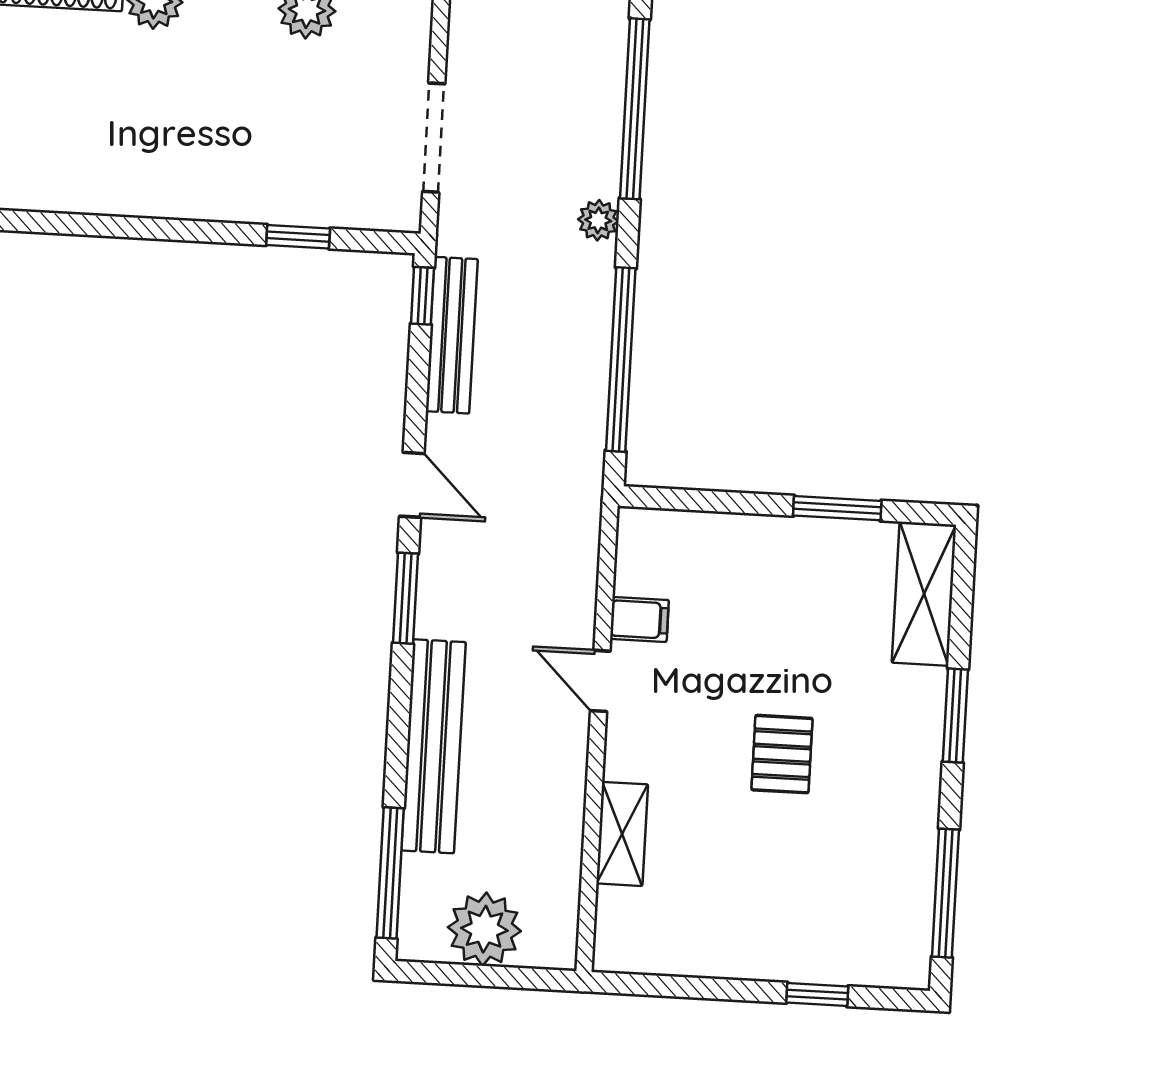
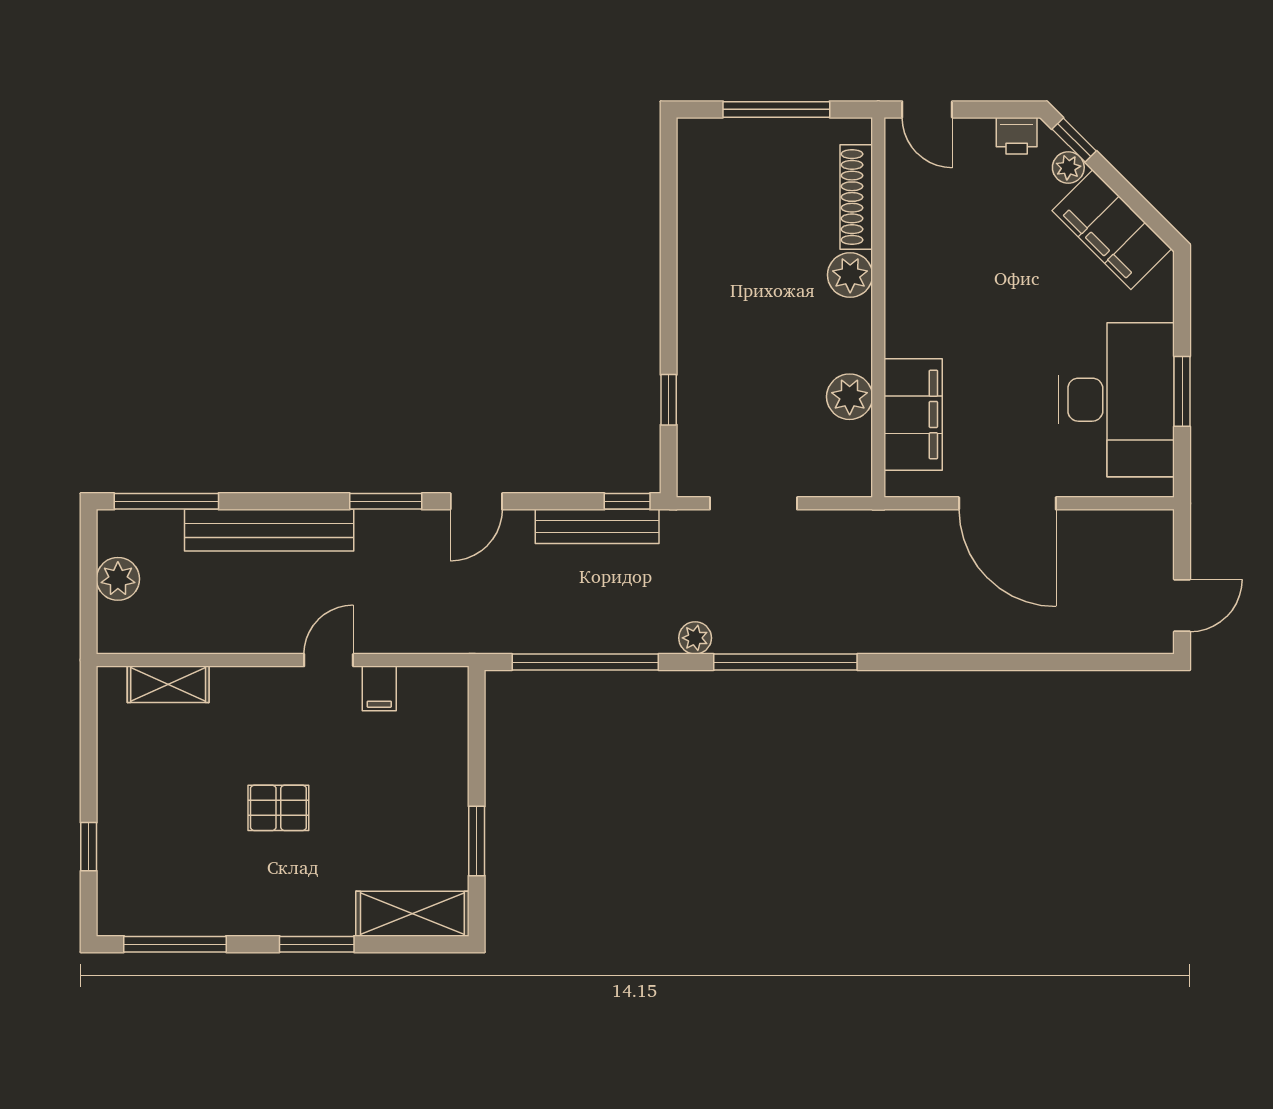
shelving: (622, 834) -> (168, 684), moved
plant: (484, 929) -> (118, 579), width x0.73, depth x0.73

